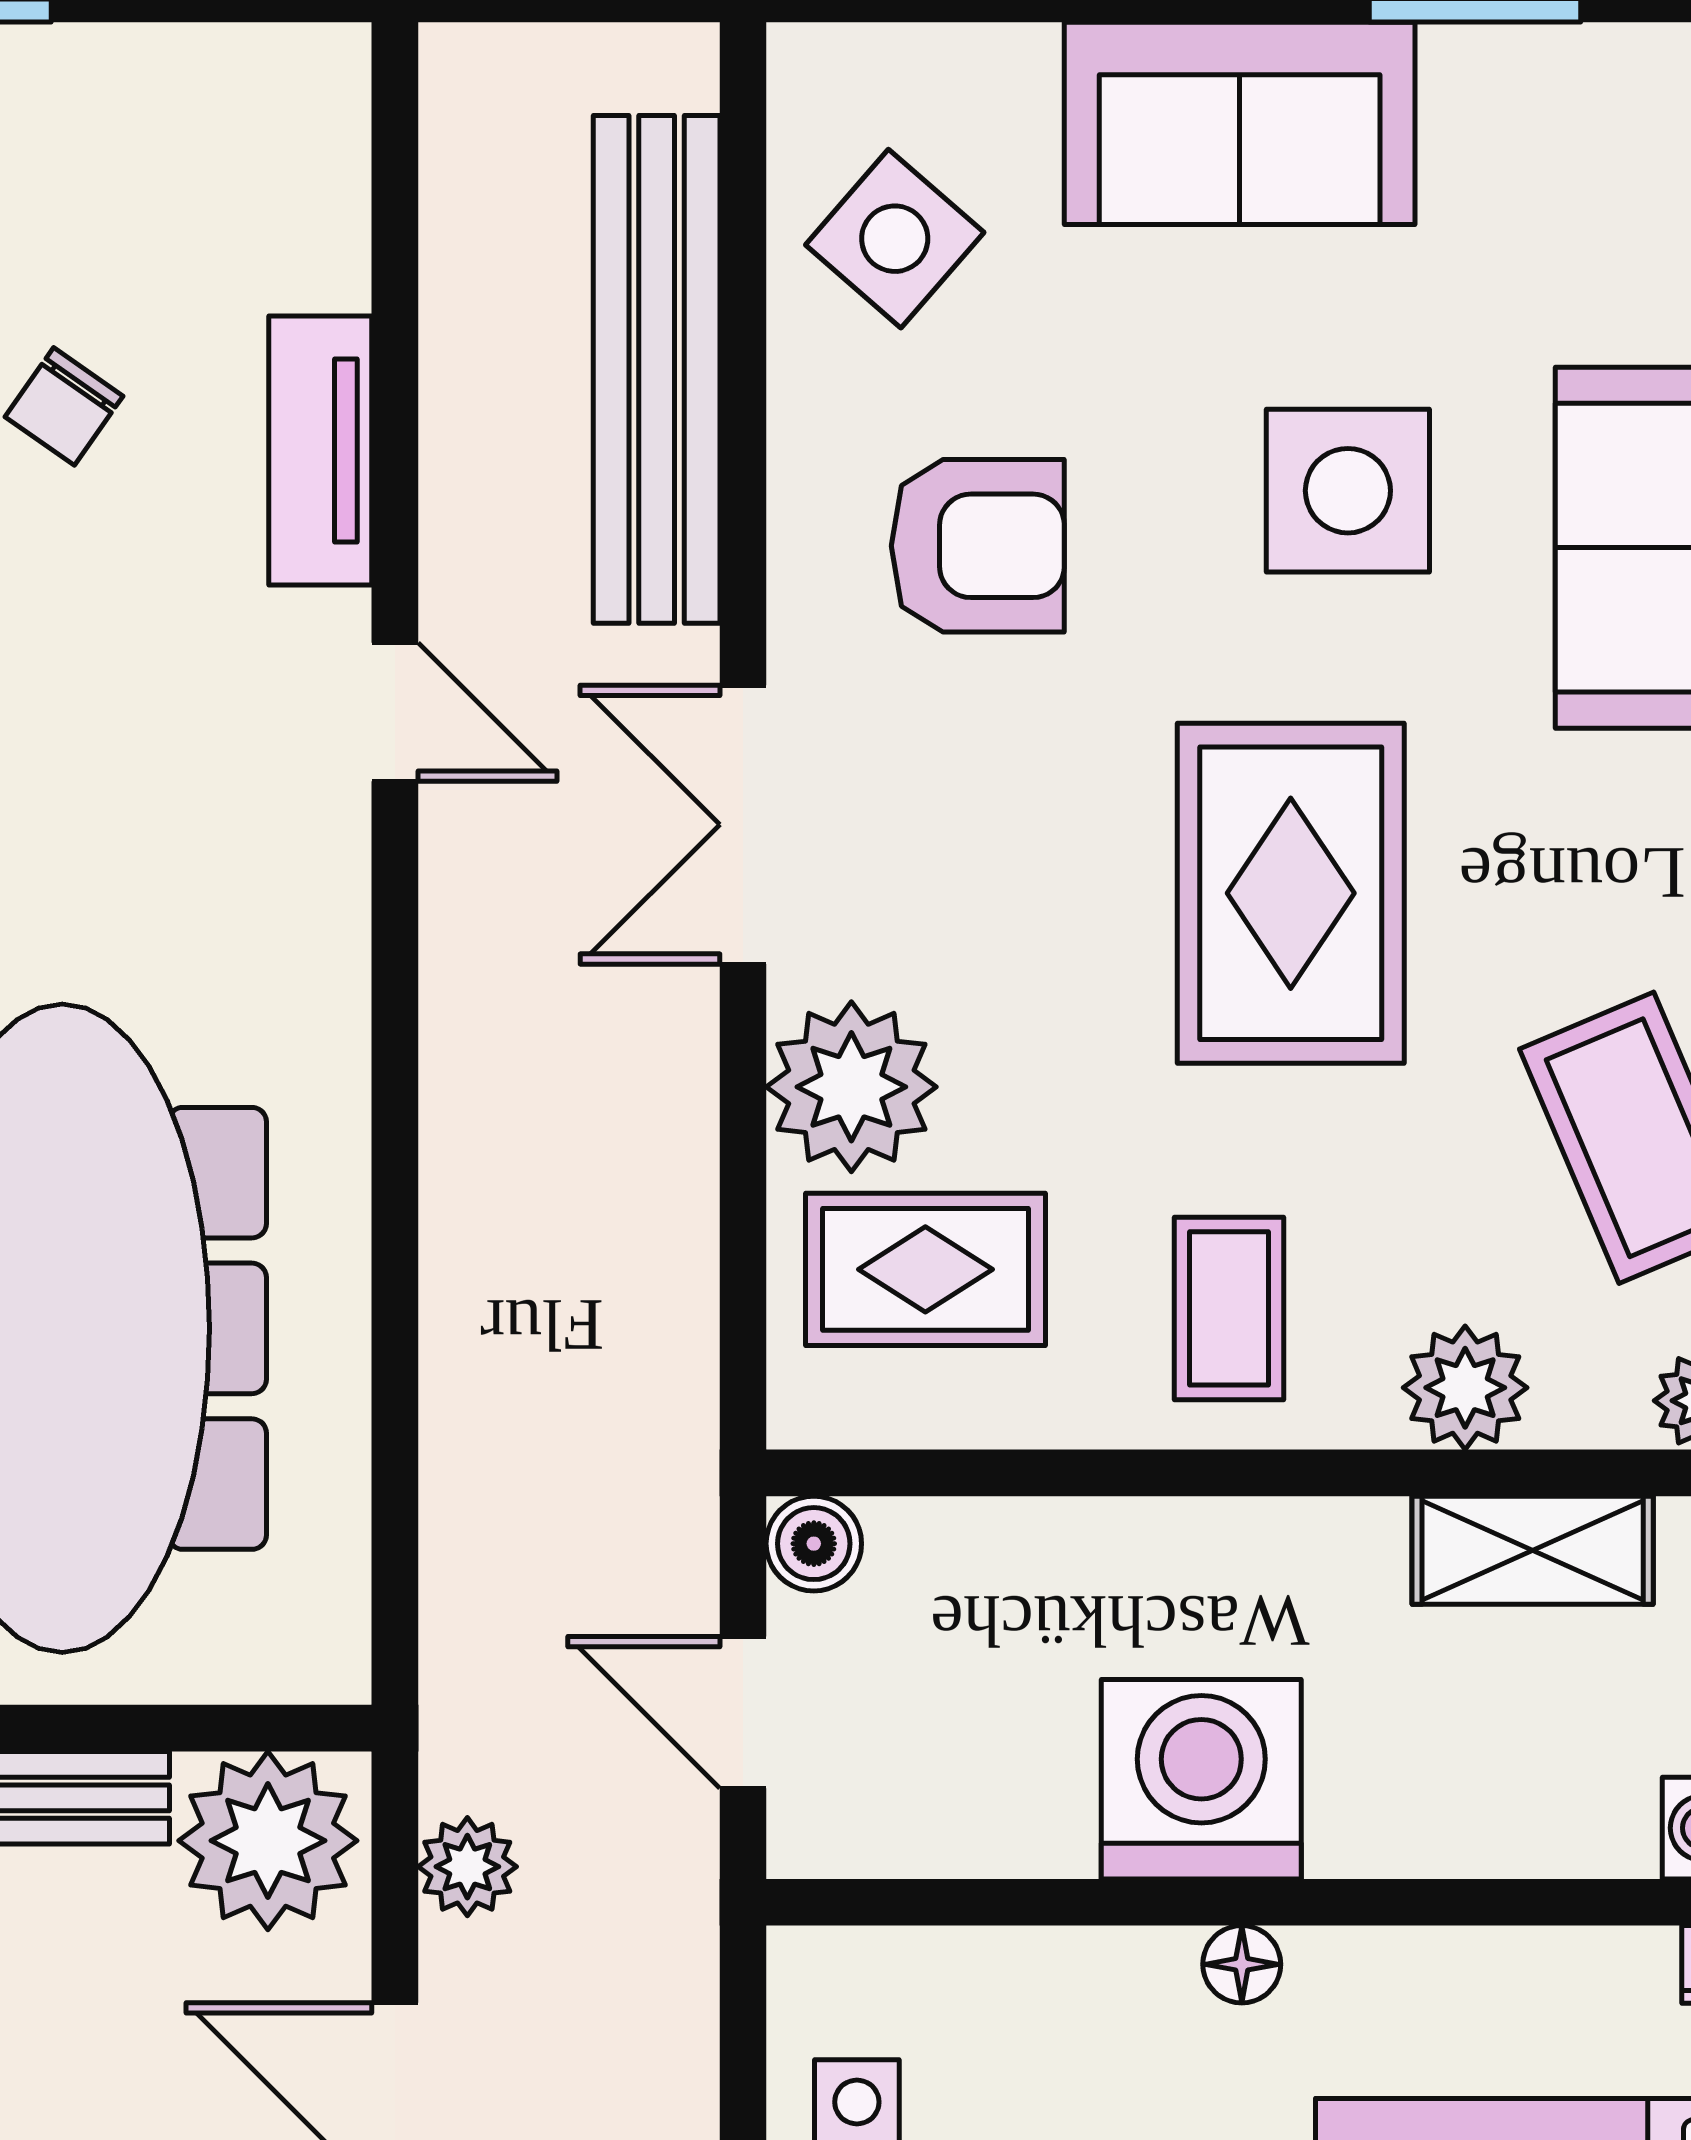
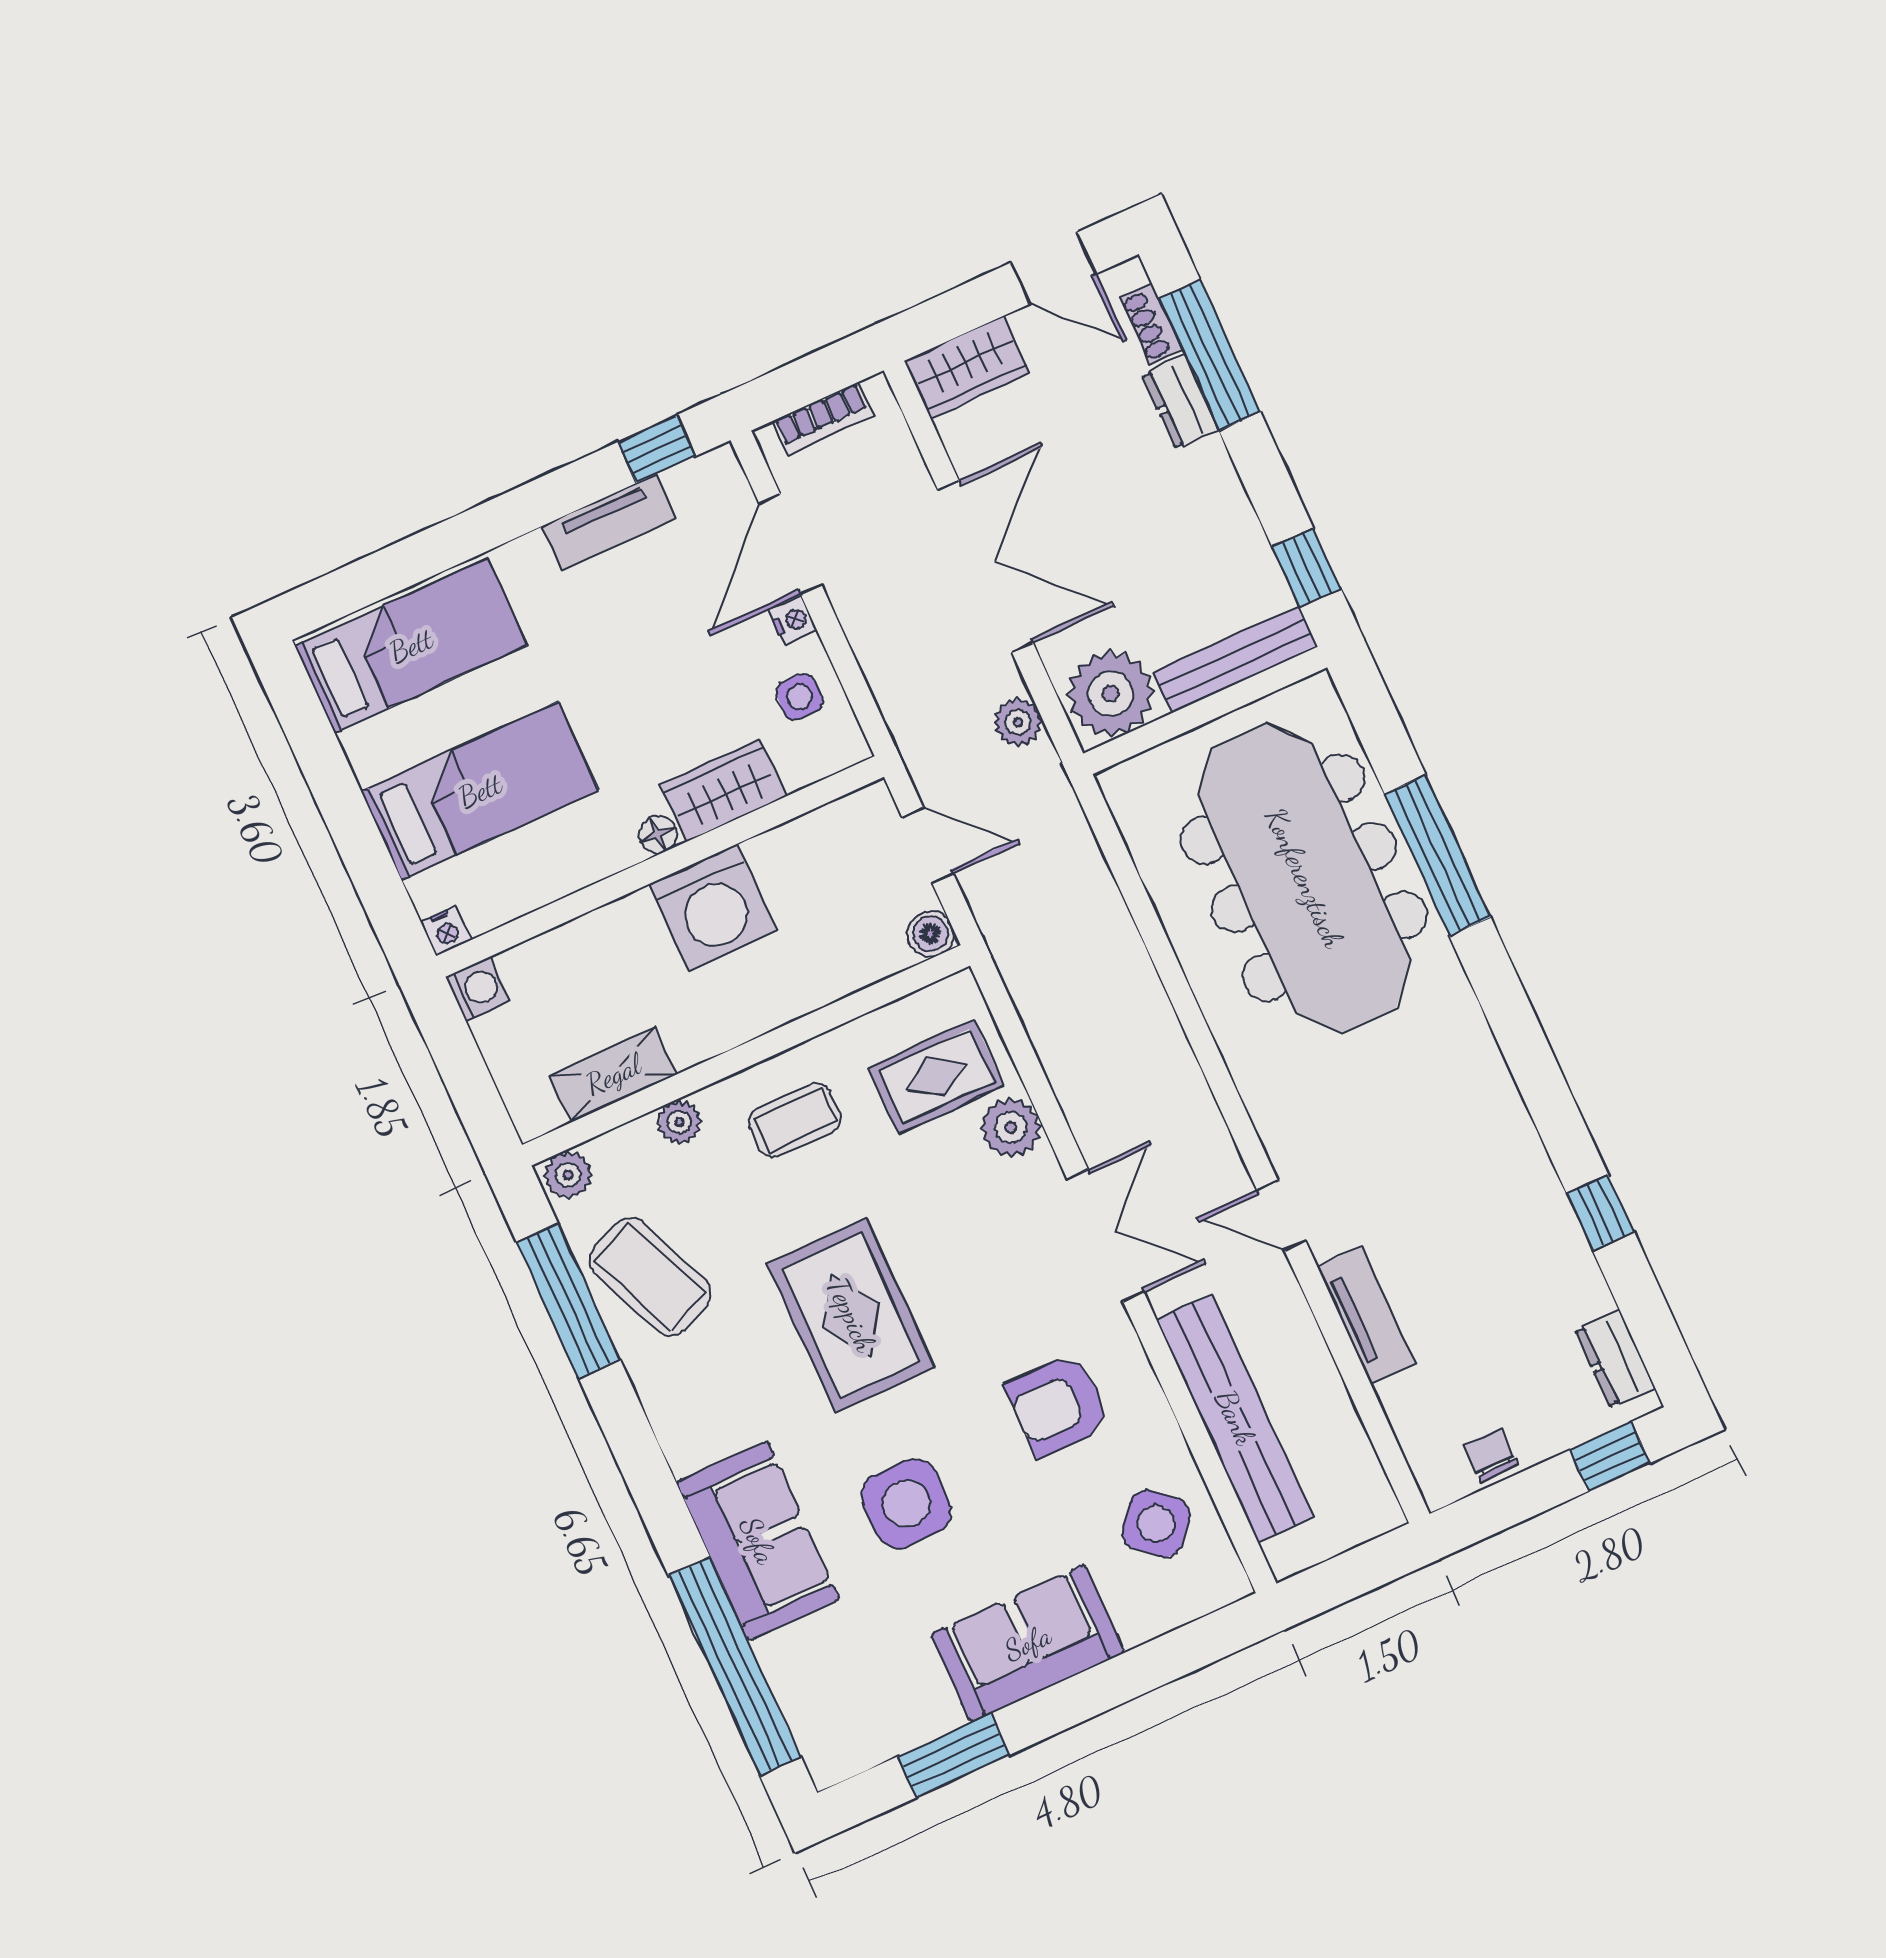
chair: (64, 406) -> (1491, 1455), moved, turned -35
plant: (851, 1087) -> (1011, 1128), width x0.73, depth x0.73
coffee table: (1229, 1308) -> (795, 1120), turned 90
plant: (1465, 1388) -> (679, 1122), width x0.73, depth x0.73
wardrobe: (1080, 1991) -> (723, 790), added

